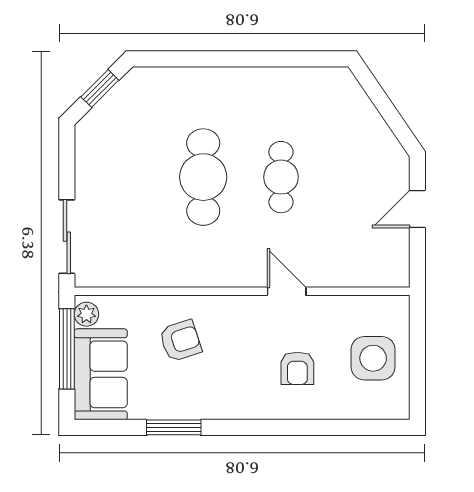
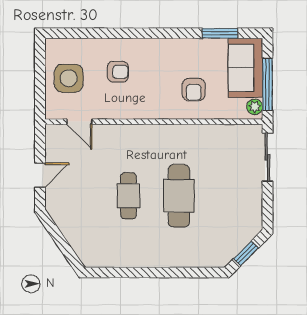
door: (287, 291) -> (79, 122), moved
armchair: (180, 341) -> (194, 90), turned -72
armchair: (297, 368) -> (118, 72), turned 90
window: (174, 427) -> (220, 33), moved

